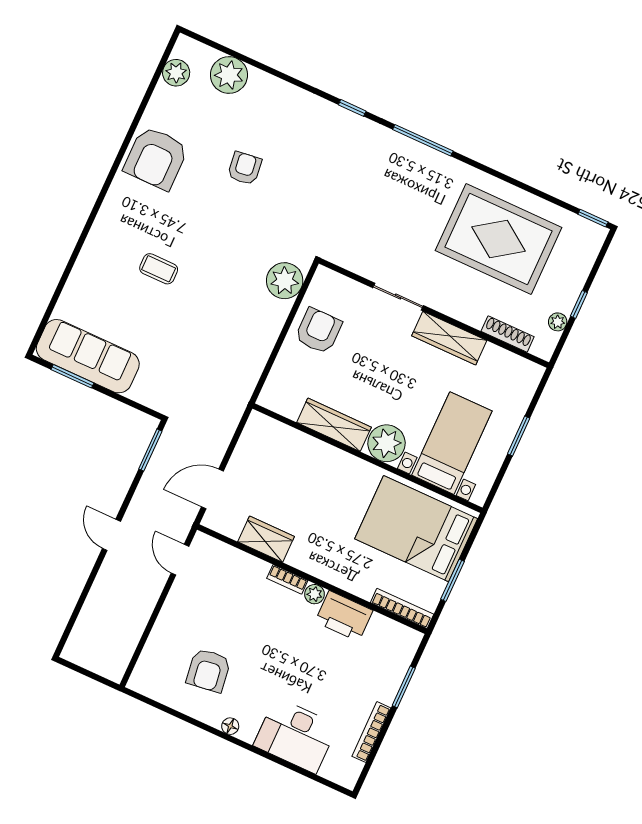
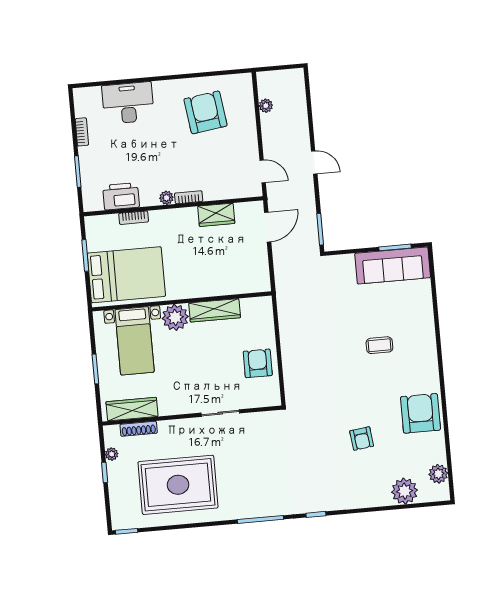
plant: (285, 281) -> (266, 106), moved, width x0.53, depth x0.53
armchair: (318, 331) -> (258, 363), turned 180
wardrobe: (449, 338) -> (132, 409), moved
bookcase: (402, 608) -> (134, 218), moved, width x0.64
printer: (344, 616) -> (121, 196), moved
armchair: (208, 670) -> (205, 112), width x1.36, depth x1.36
floor lamp: (230, 726) -> (172, 85), removed
bookcase: (371, 732) -> (82, 132), width x0.64

